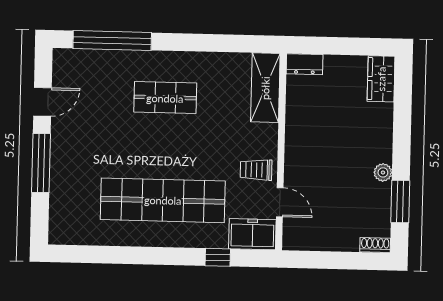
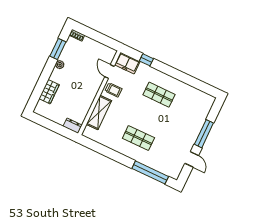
wardrobe: (381, 79) -> (49, 92), moved
shelving: (265, 88) -> (99, 112), moved
door: (42, 102) -> (192, 159), swing flipped
shop shelf: (163, 200) -> (159, 95), width x0.50, depth x0.74

